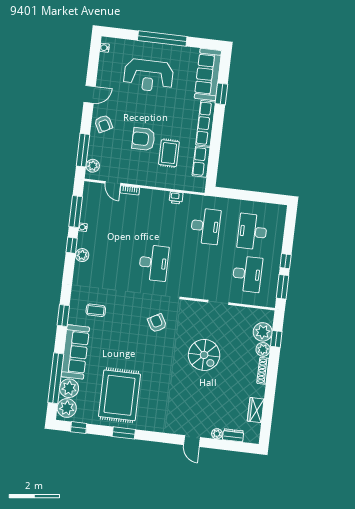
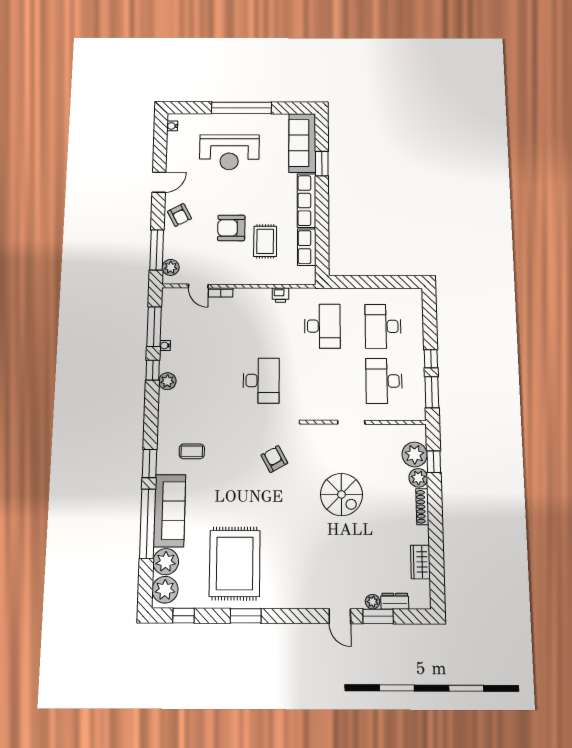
desk: (247, 274) -> (384, 381), turned 180
window: (56, 378) -> (147, 524), moved
window: (220, 444) -> (378, 616), added

